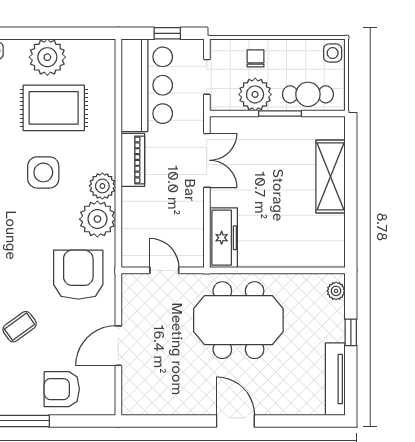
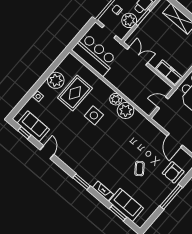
window: (167, 33) -> (83, 32), removed
piano: (133, 160) -> (116, 81), removed
armchair: (78, 275) -> (139, 133), removed

